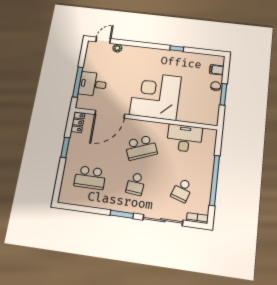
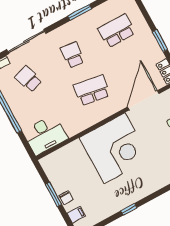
desk: (184, 138) -> (45, 135), moved
school desk: (141, 148) -> (92, 90), turned 30
school desk: (182, 190) -> (28, 79), turned -36
window: (122, 214) -> (80, 12), moved

